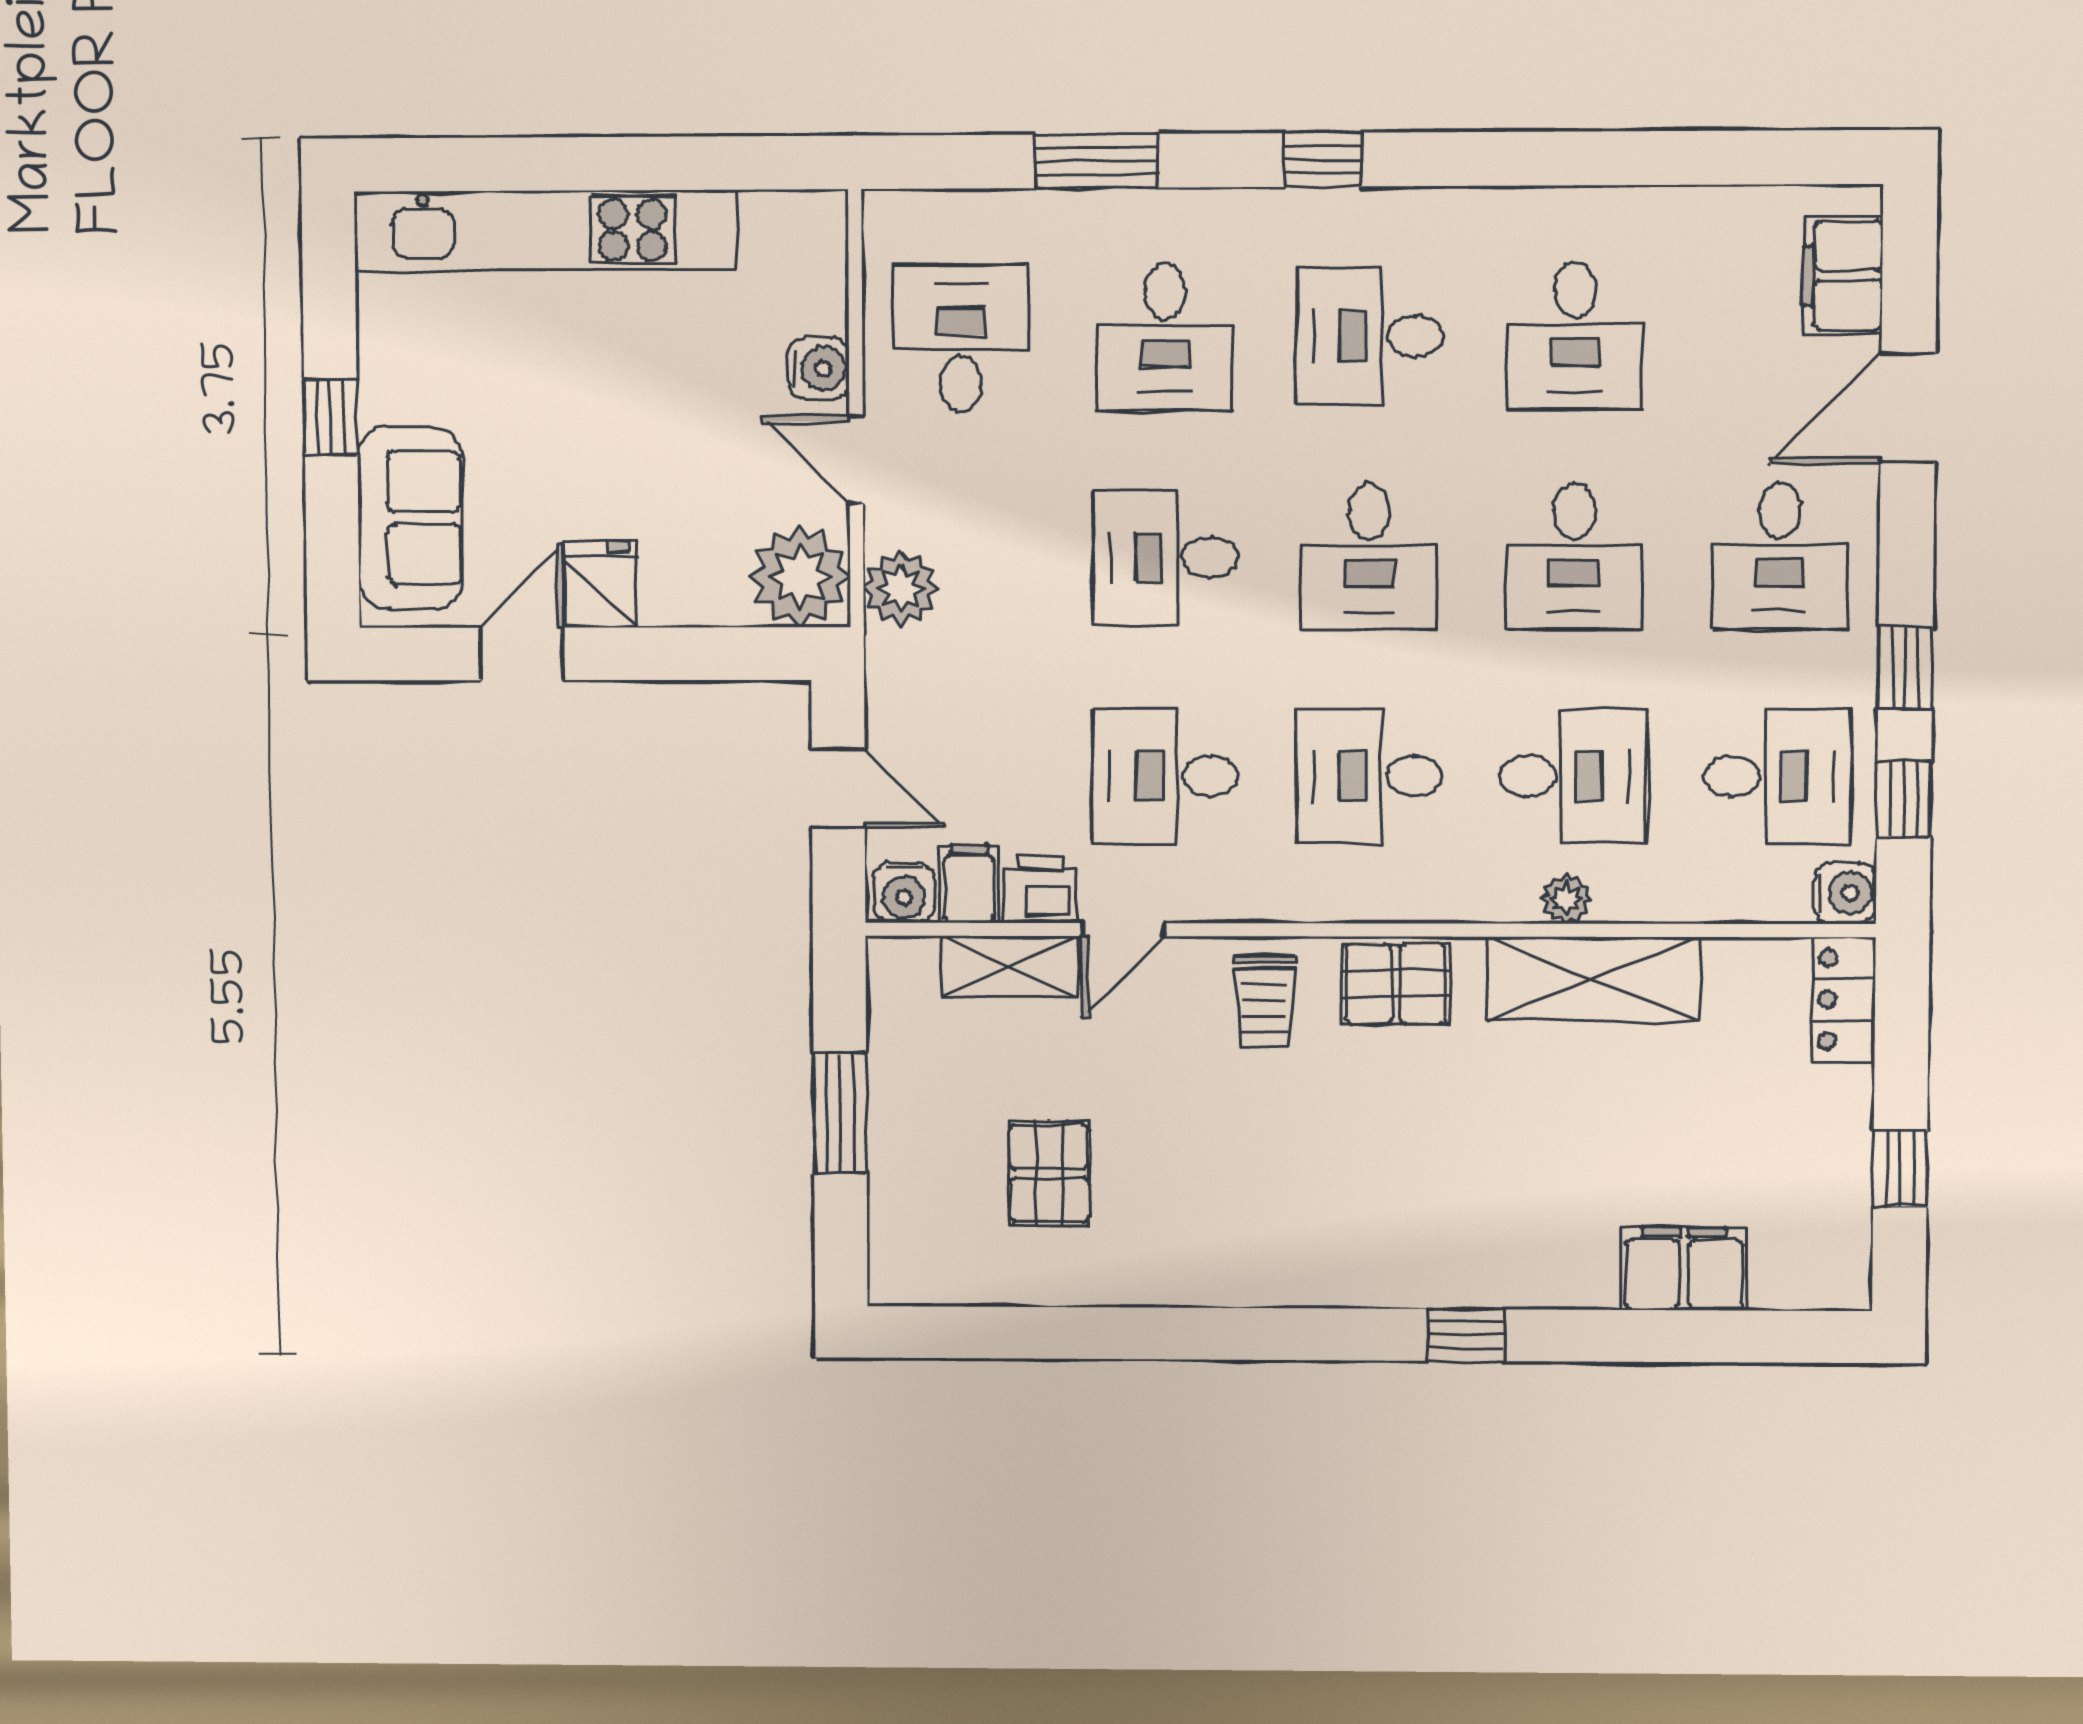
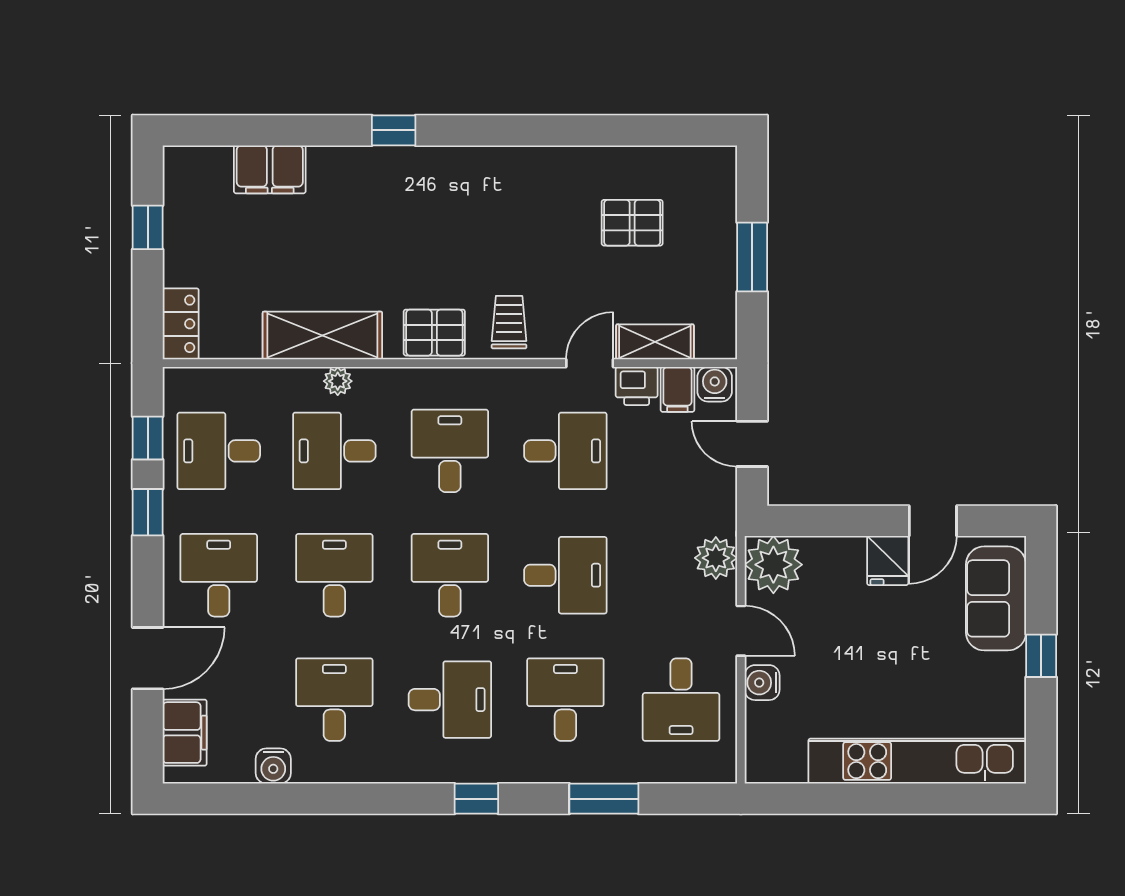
desk: (1369, 776) -> (450, 451), turned -90
water cooler: (1845, 893) -> (273, 766), moved, turned -90
pallet: (1049, 1174) -> (632, 223), turned 90

